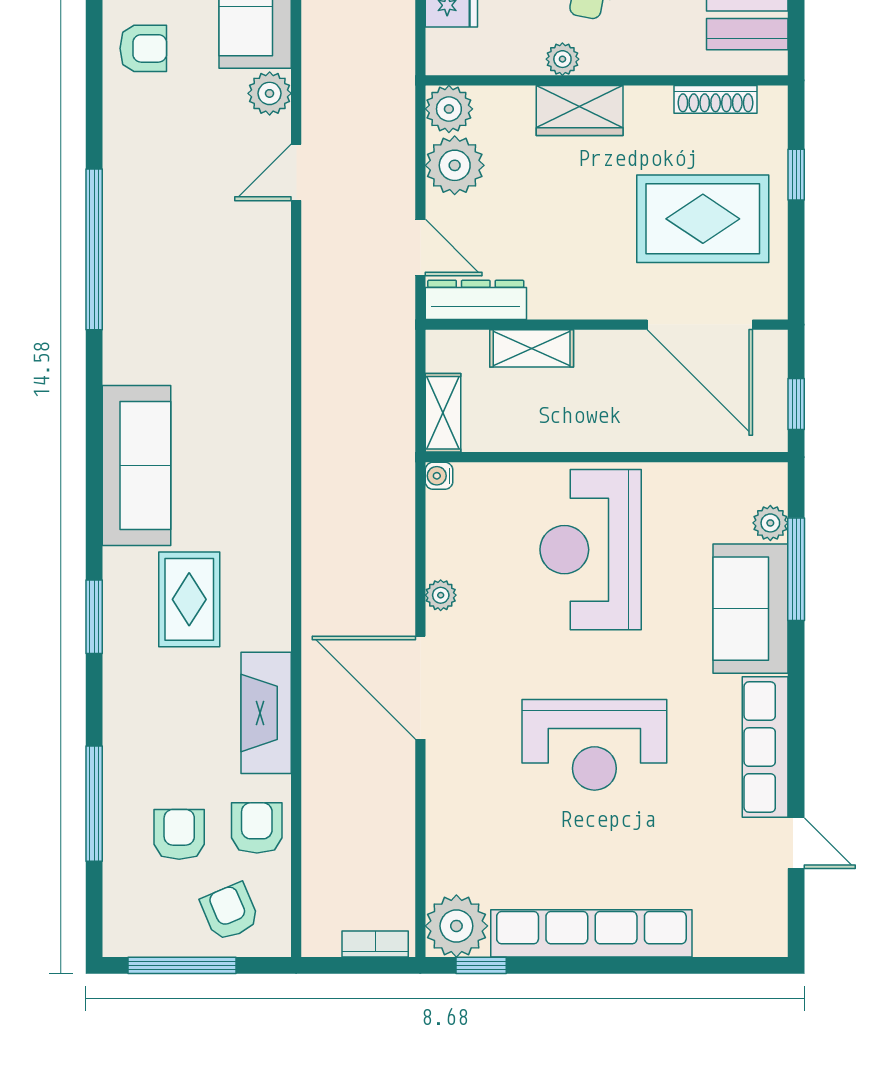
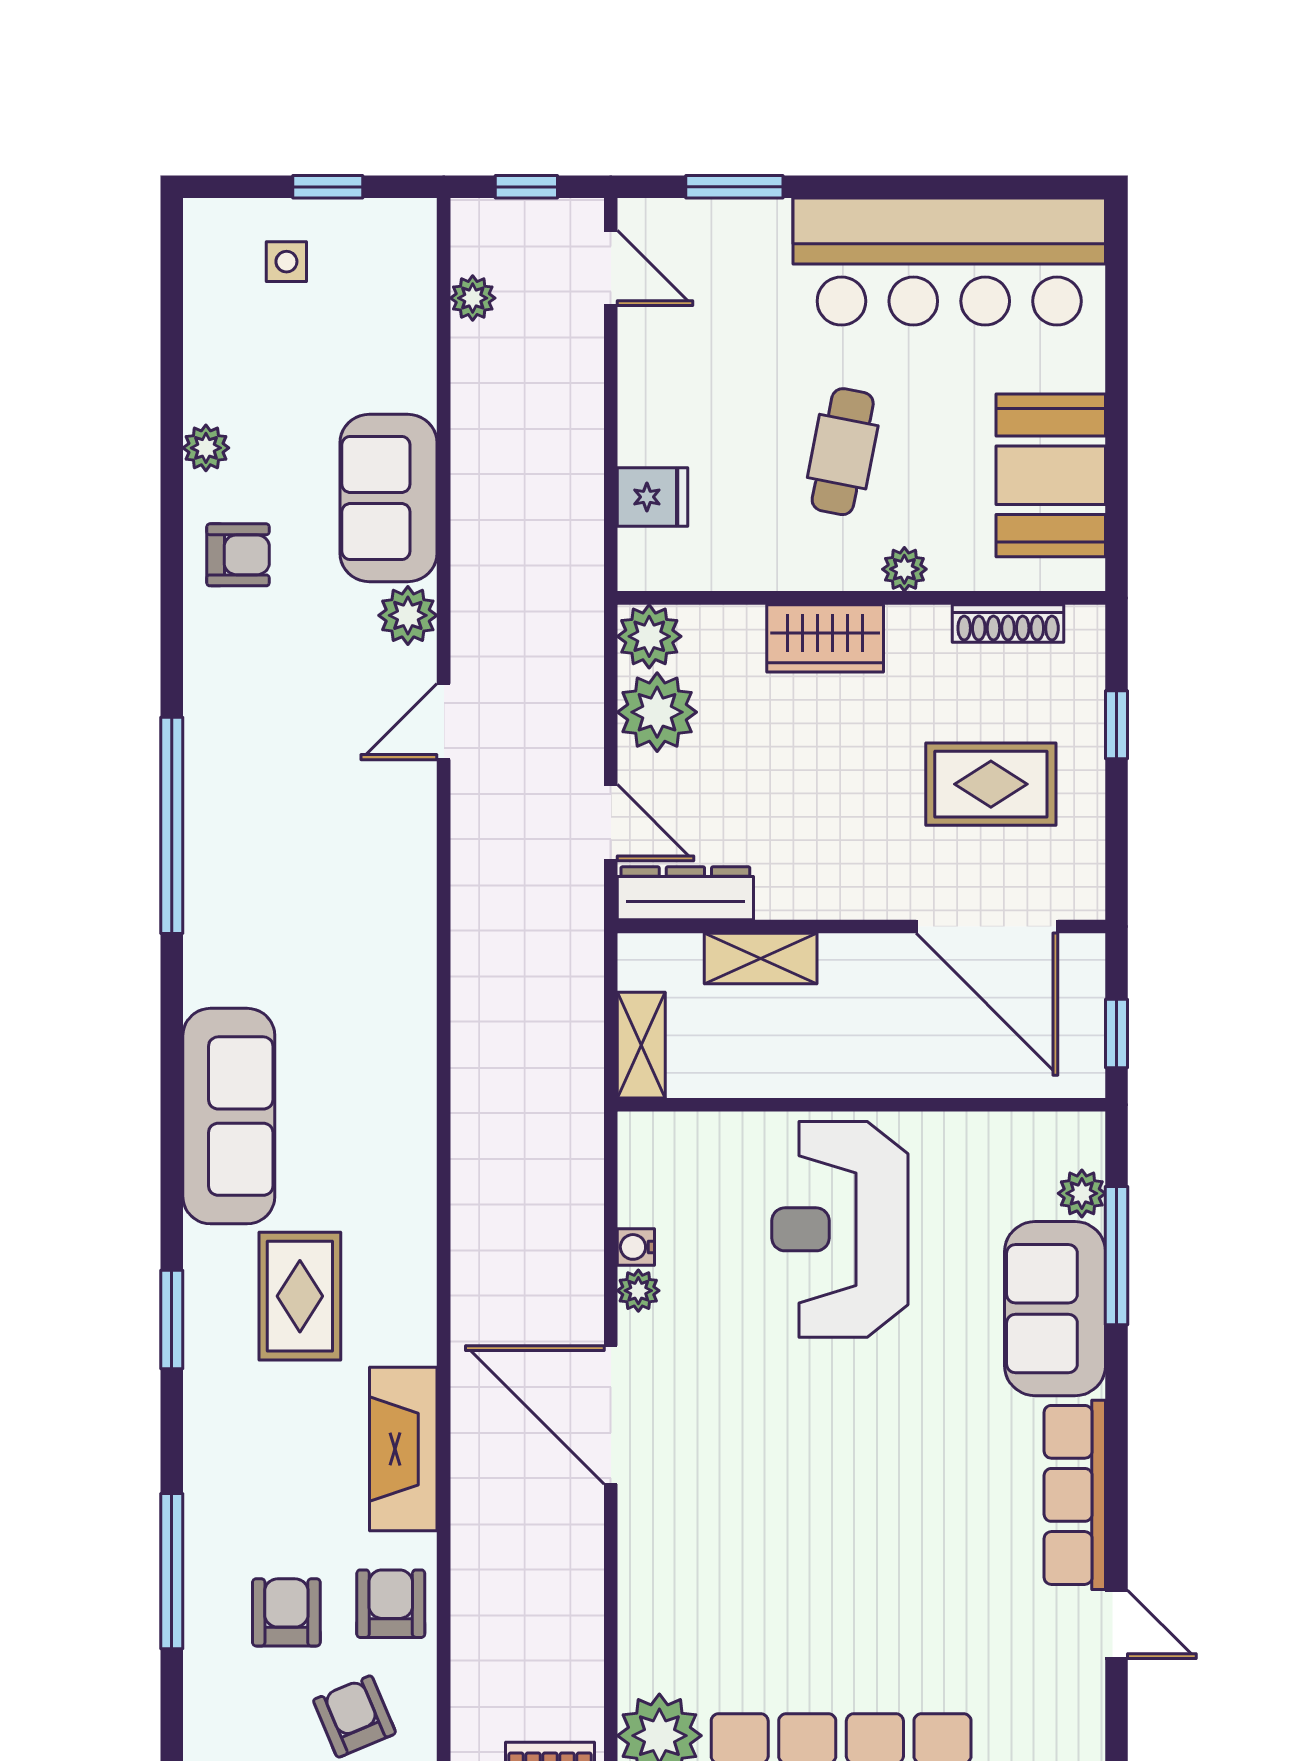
plant: (562, 59) -> (904, 569), moved
rug: (703, 219) -> (991, 784), width x0.73, depth x0.70
water cooler: (439, 476) -> (636, 1247), moved
reception desk: (594, 745) -> (845, 1492), removed

